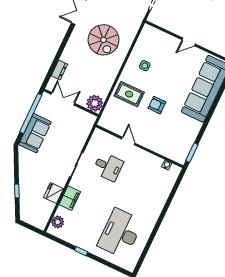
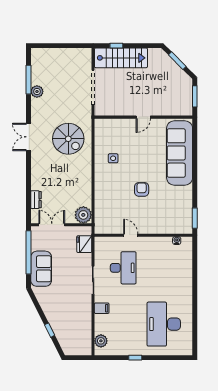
spiral stairs: (103, 40) -> (68, 139), moved
rug: (129, 94) -> (111, 191), removed
armchair: (157, 105) -> (142, 189), turned 90
desk: (108, 167) -> (123, 268), width x1.37
fridge: (53, 193) -> (84, 244), moved
filing cabinet: (70, 198) -> (102, 308), width x0.50

